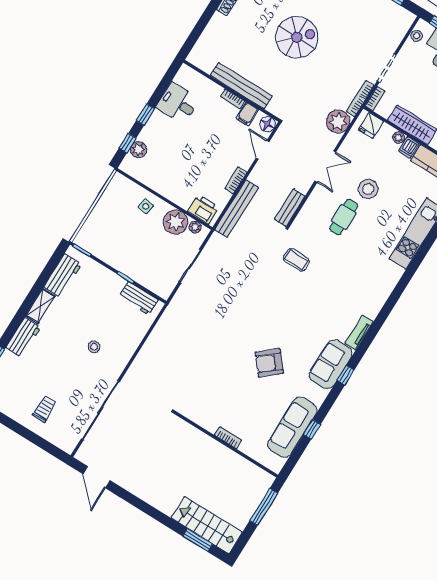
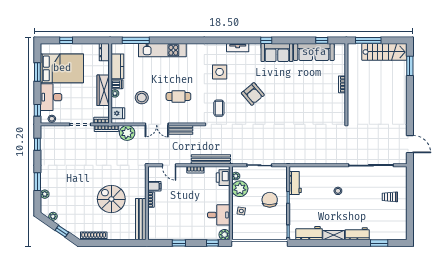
spiral stairs: (297, 37) -> (111, 199), moved
bench: (241, 86) -> (141, 219), moved
desk: (178, 103) -> (219, 215), moved, turned -90
window: (145, 115) -> (179, 243), moved
floor lamp: (268, 124) -> (153, 171), removed
plant: (139, 150) -> (224, 235), moved
door: (263, 150) -> (169, 165), hinge flipped
double door: (325, 167) -> (157, 124), swing flipped
stool: (368, 189) -> (142, 98), moved
bench: (290, 208) -> (181, 130), moved
chair: (137, 252) -> (270, 200), added
side table: (342, 290) -> (220, 72), added
armchair: (269, 363) -> (253, 94), moved
sofa: (331, 364) -> (277, 53), moved
window: (312, 429) -> (322, 40), moved
door: (97, 477) -> (410, 144), hinge flipped
stairs: (207, 525) -> (384, 52), moved, turned -90

